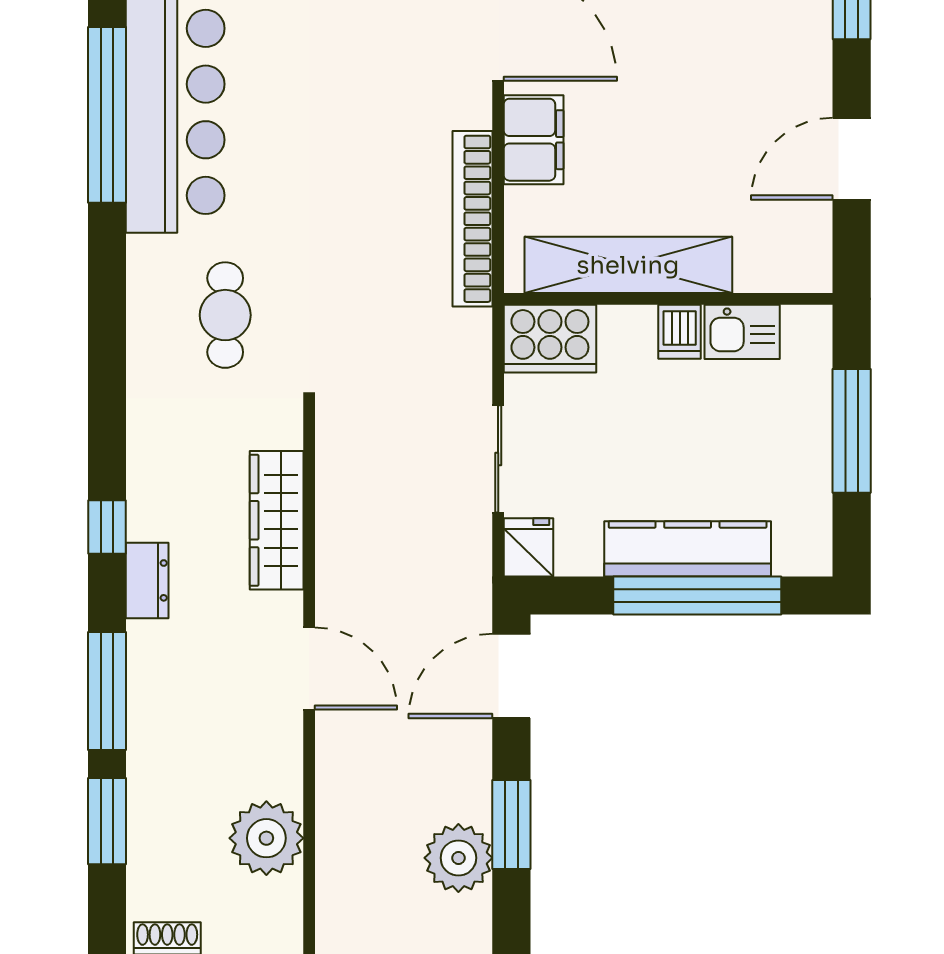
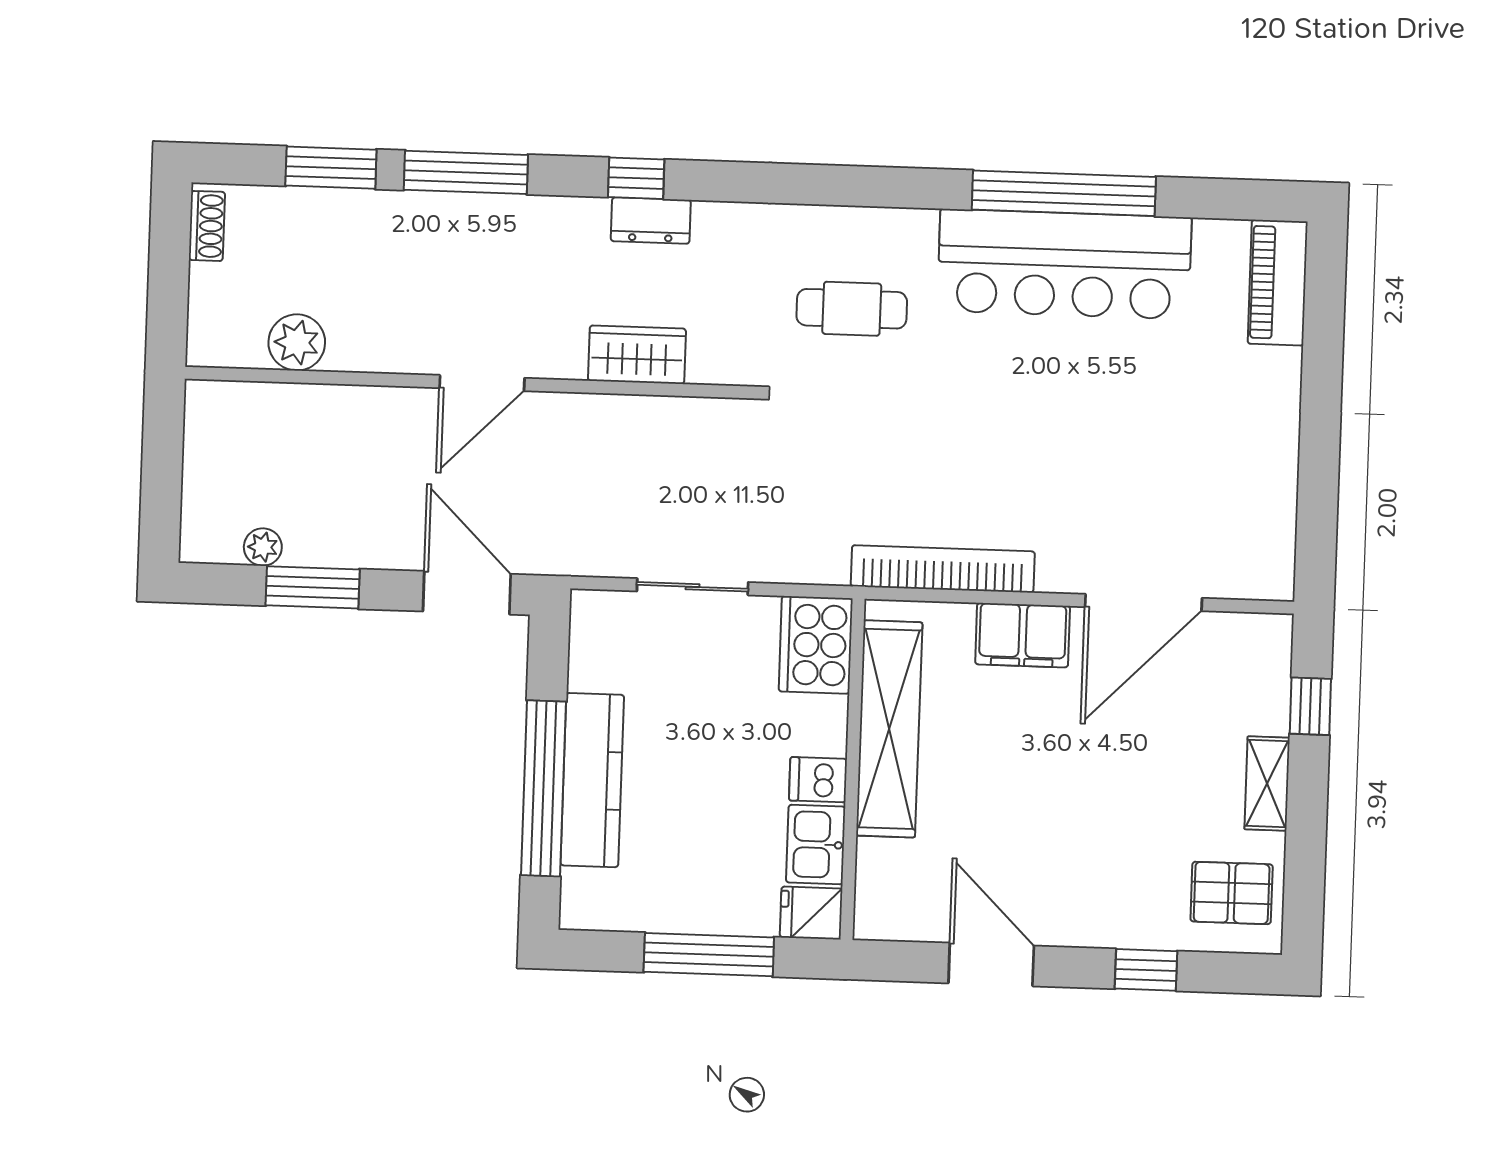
wardrobe: (277, 520) -> (637, 355), width x0.67
fridge: (528, 547) -> (811, 913), moved, turned 180
dresser: (147, 580) -> (651, 221), moved
plant: (266, 838) -> (297, 342), width x0.73, depth x0.73
plant: (458, 858) -> (263, 547), width x0.53, depth x0.53

